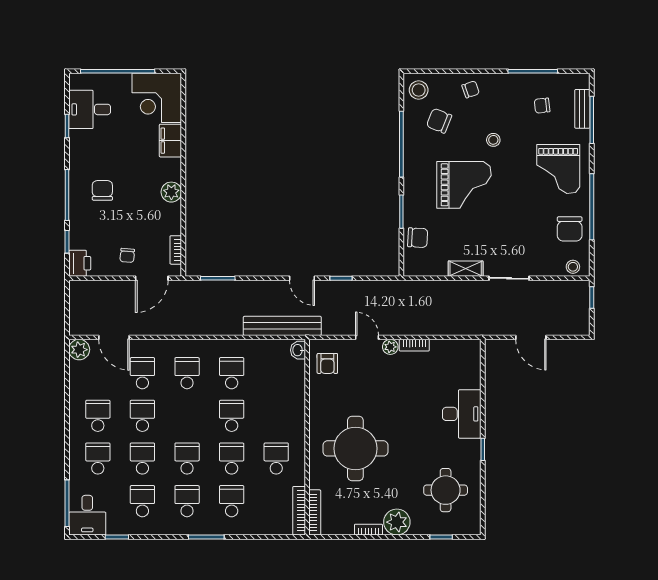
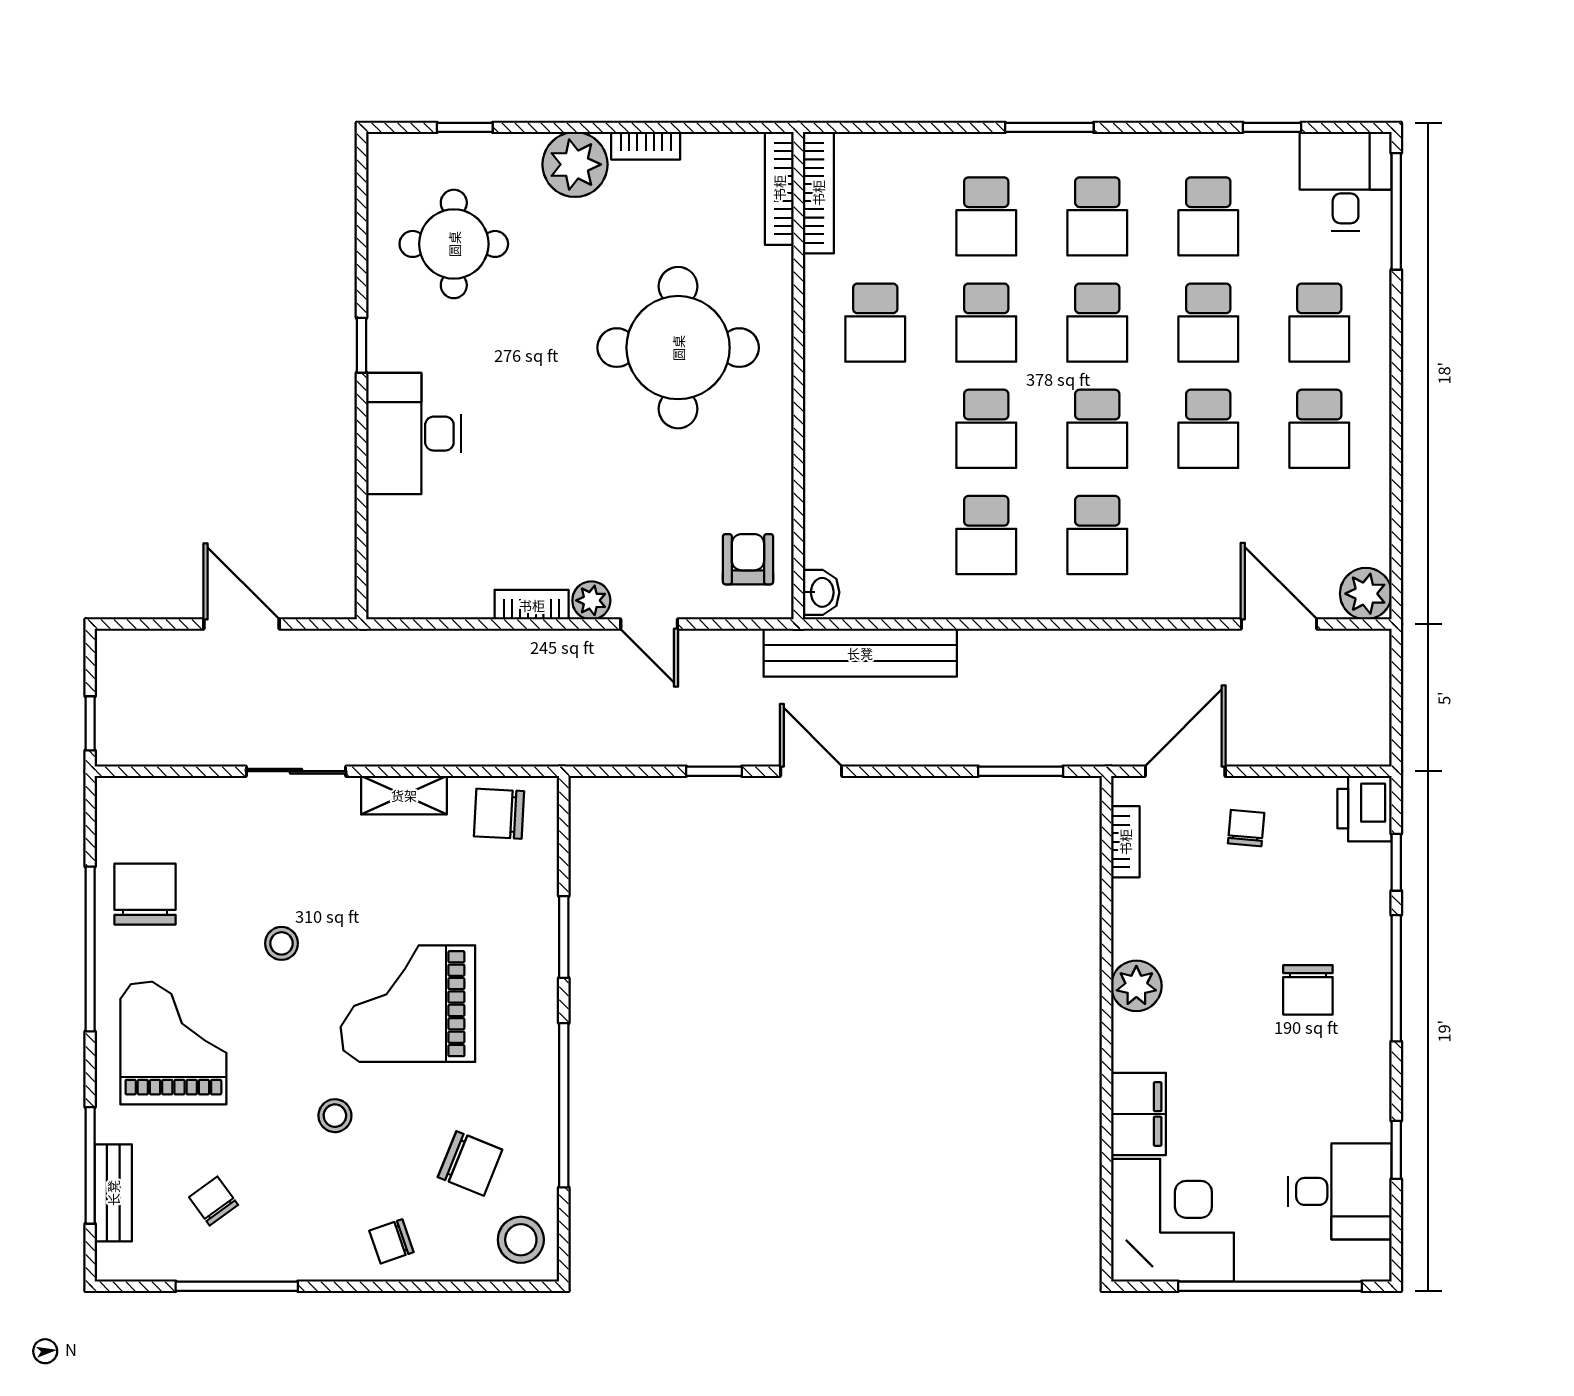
chair: (542, 106) -> (214, 1201), turned -120
chair: (418, 238) -> (499, 814), moved
stool: (573, 267) -> (282, 943), moved
school desk: (142, 373) -> (1097, 429), moved

